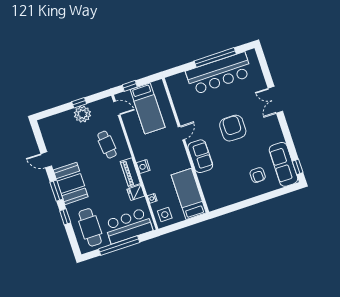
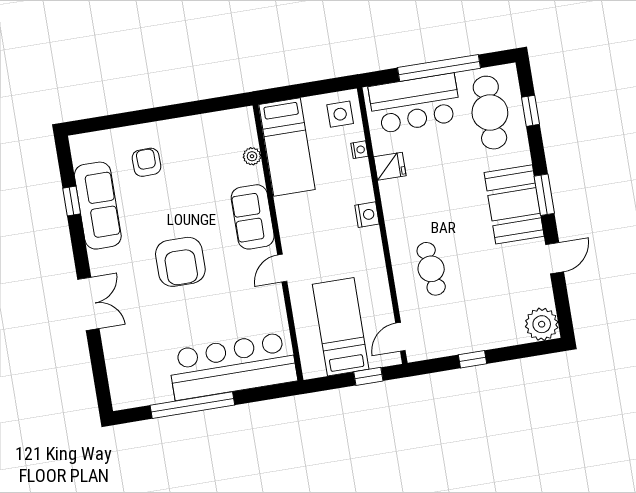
bar counter: (219, 73) -> (232, 366), moved
door: (117, 108) -> (400, 337), hinge flipped
plant: (82, 114) -> (542, 324), moved
door: (46, 160) -> (555, 258), hinge flipped
sofa: (283, 164) -> (98, 206), moved
window: (298, 167) -> (72, 201), moved
piano: (130, 172) -> (394, 207), removed
plant: (205, 186) -> (252, 156), added
window: (65, 217) -> (530, 111), moved

